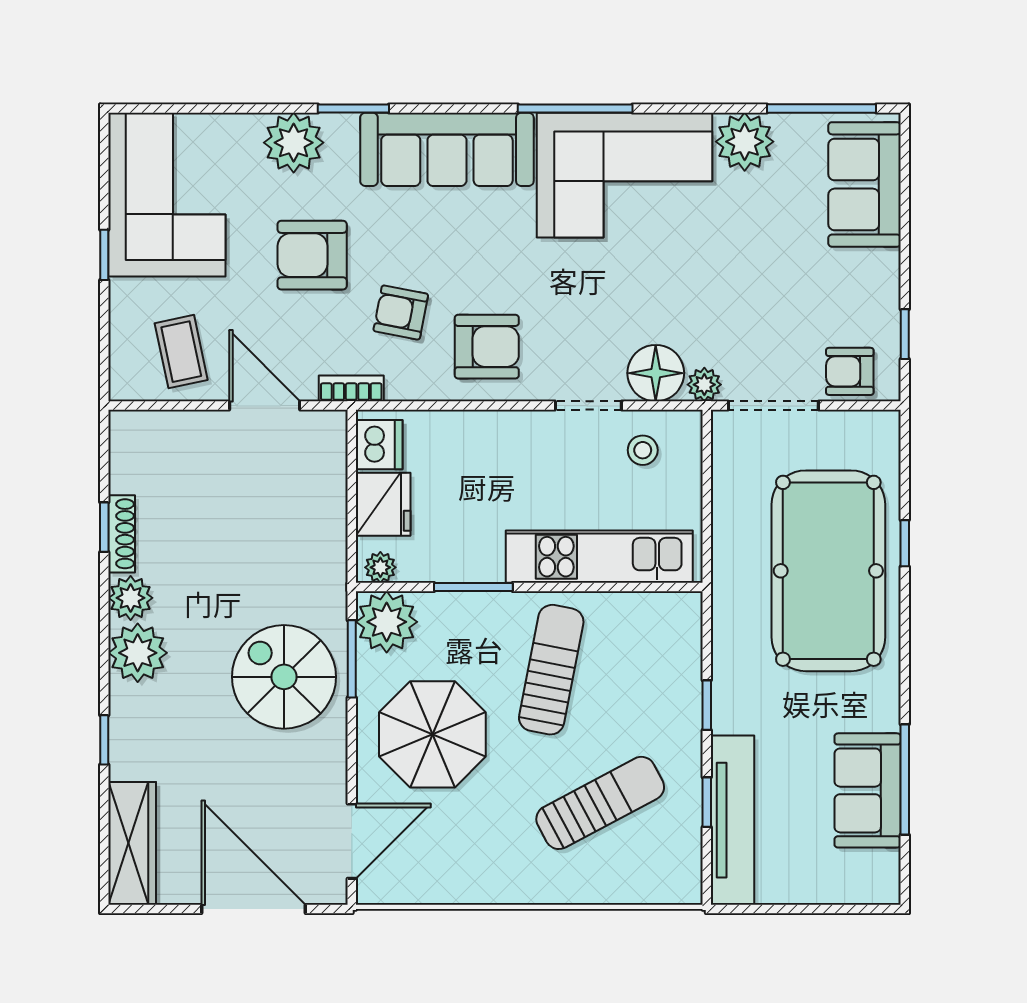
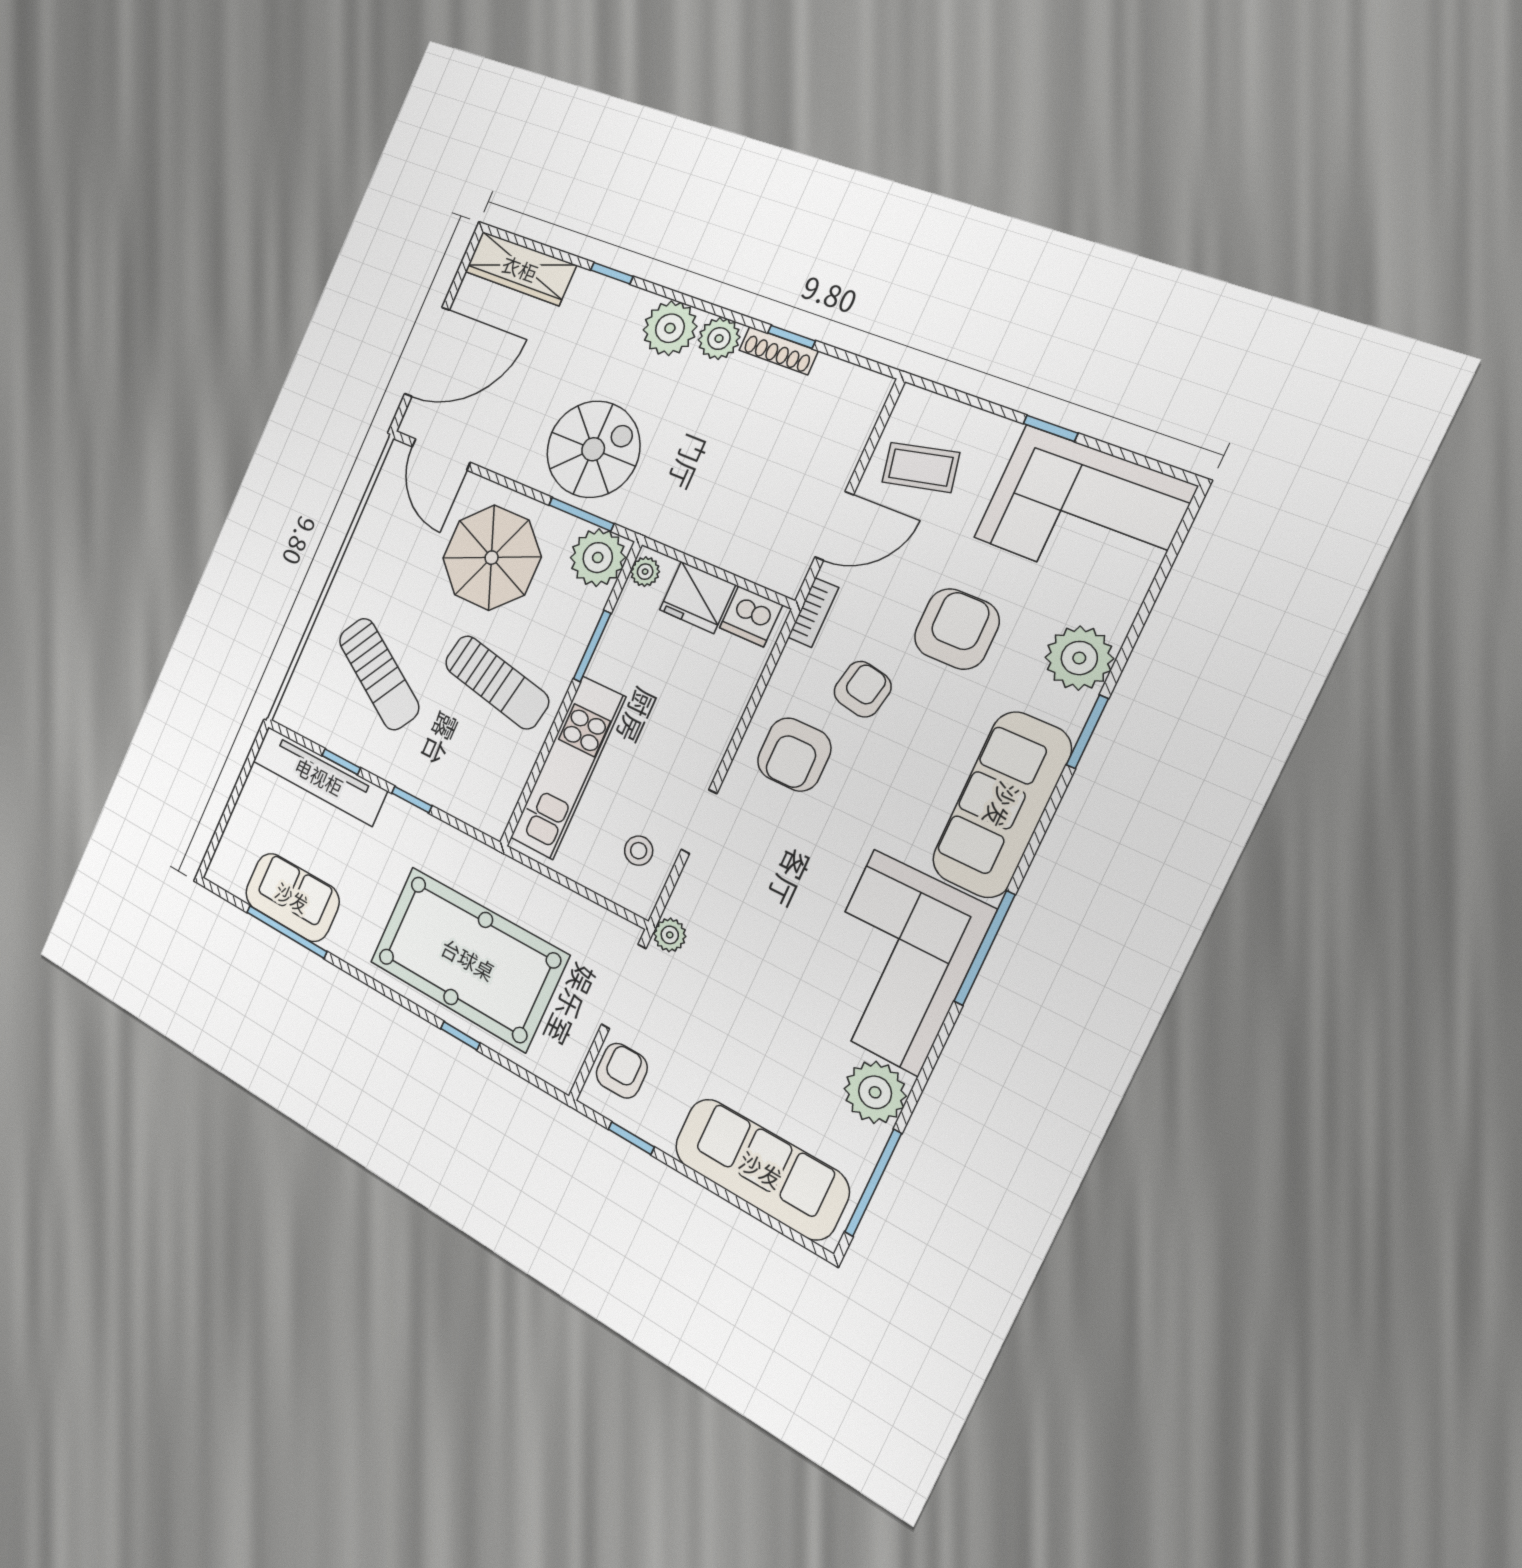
sofa: (865, 184) -> (761, 1169), width x1.36
floor lamp: (656, 373) -> (700, 897), removed
sun lounger: (600, 803) -> (379, 674), turned -30

